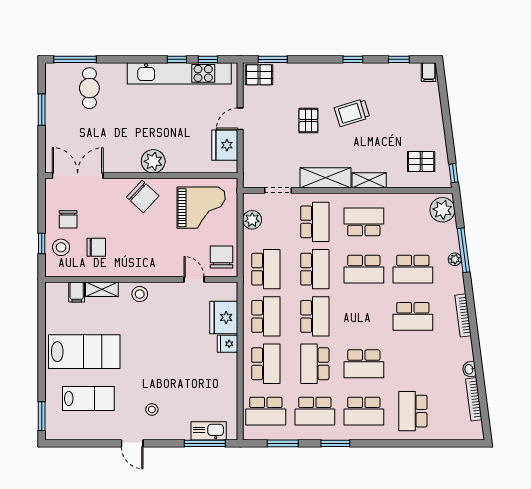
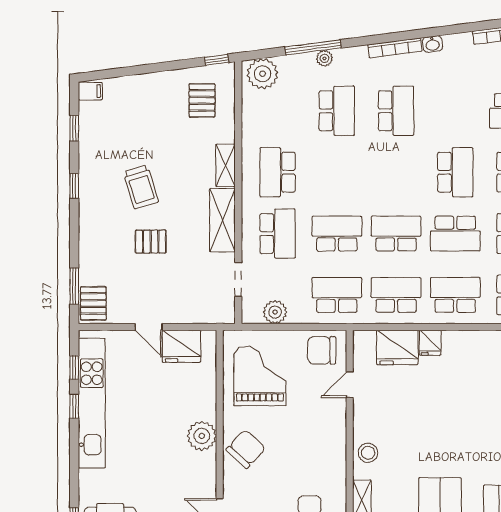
school desk: (315, 222) -> (278, 234), turned 90
school desk: (364, 269) -> (337, 172), removed
washbasin: (469, 369) -> (432, 44), moved

